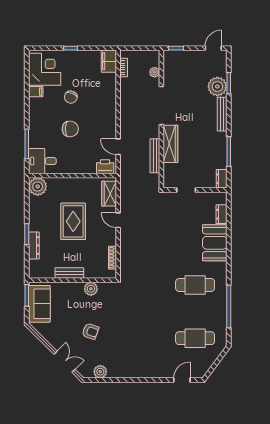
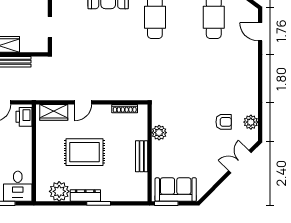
plant: (38, 186) -> (59, 191), moved
dresser: (34, 246) -> (85, 196), moved
armchair: (90, 331) -> (224, 122), moved, turned 71

